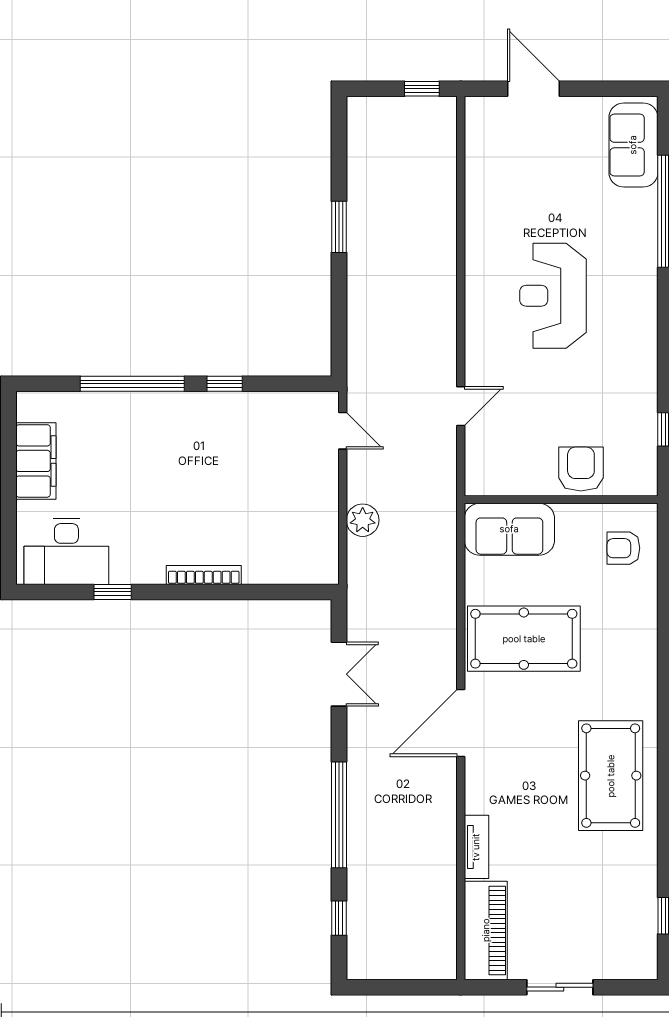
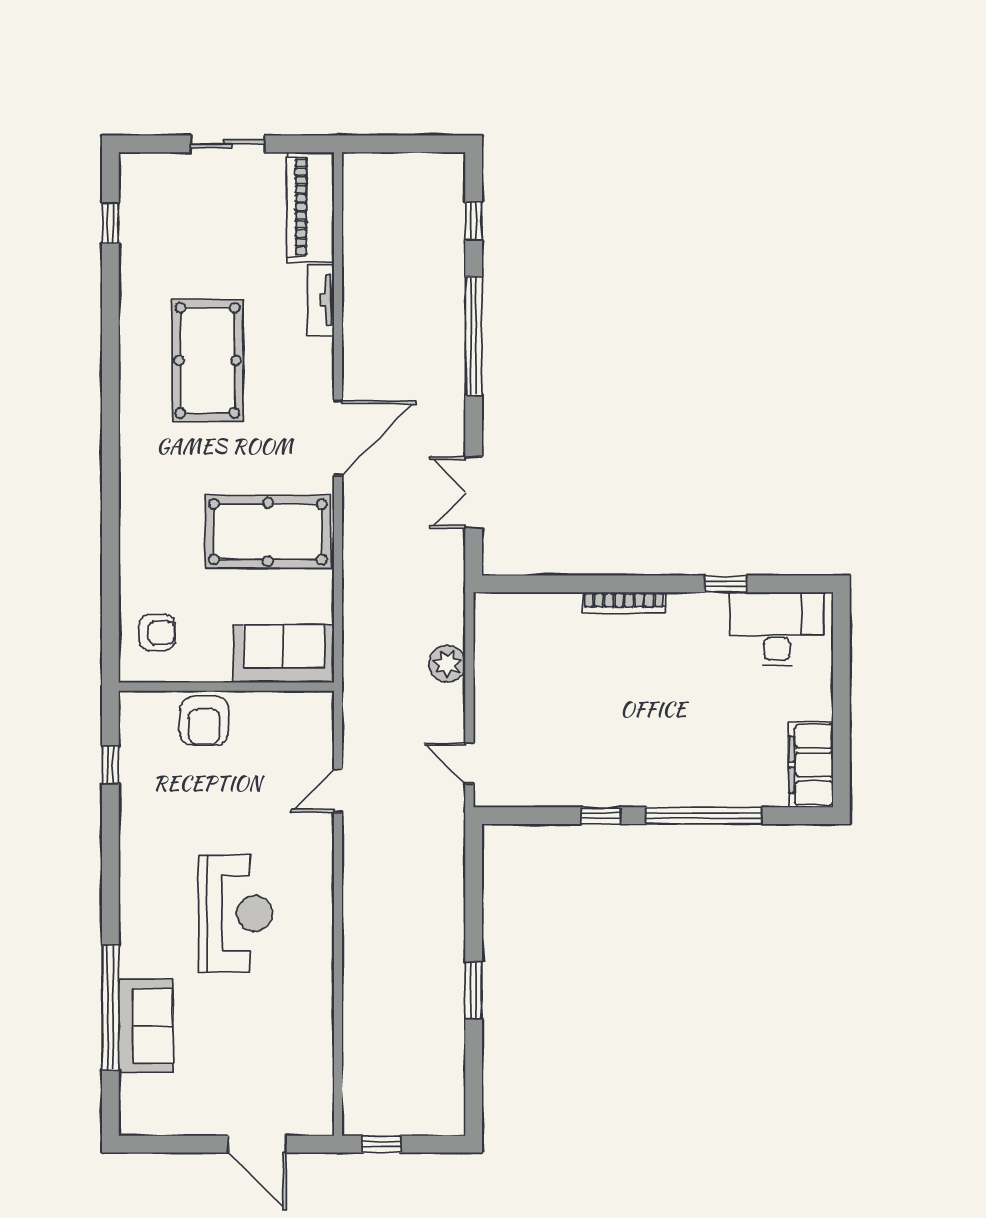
sofa: (633, 145) -> (146, 1026), moved
filing cabinet: (36, 461) -> (811, 765), moved
pool table: (611, 776) -> (207, 360), moved

